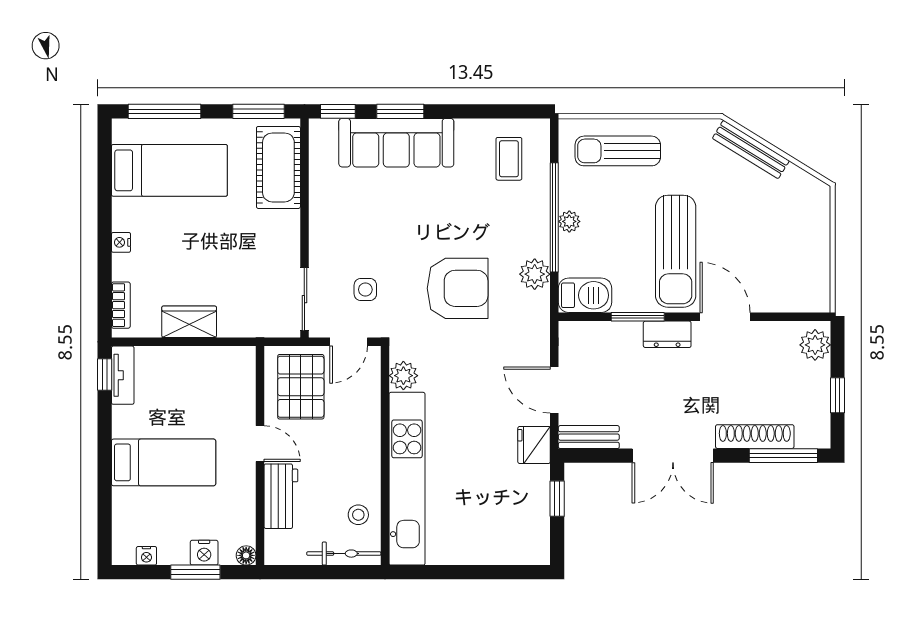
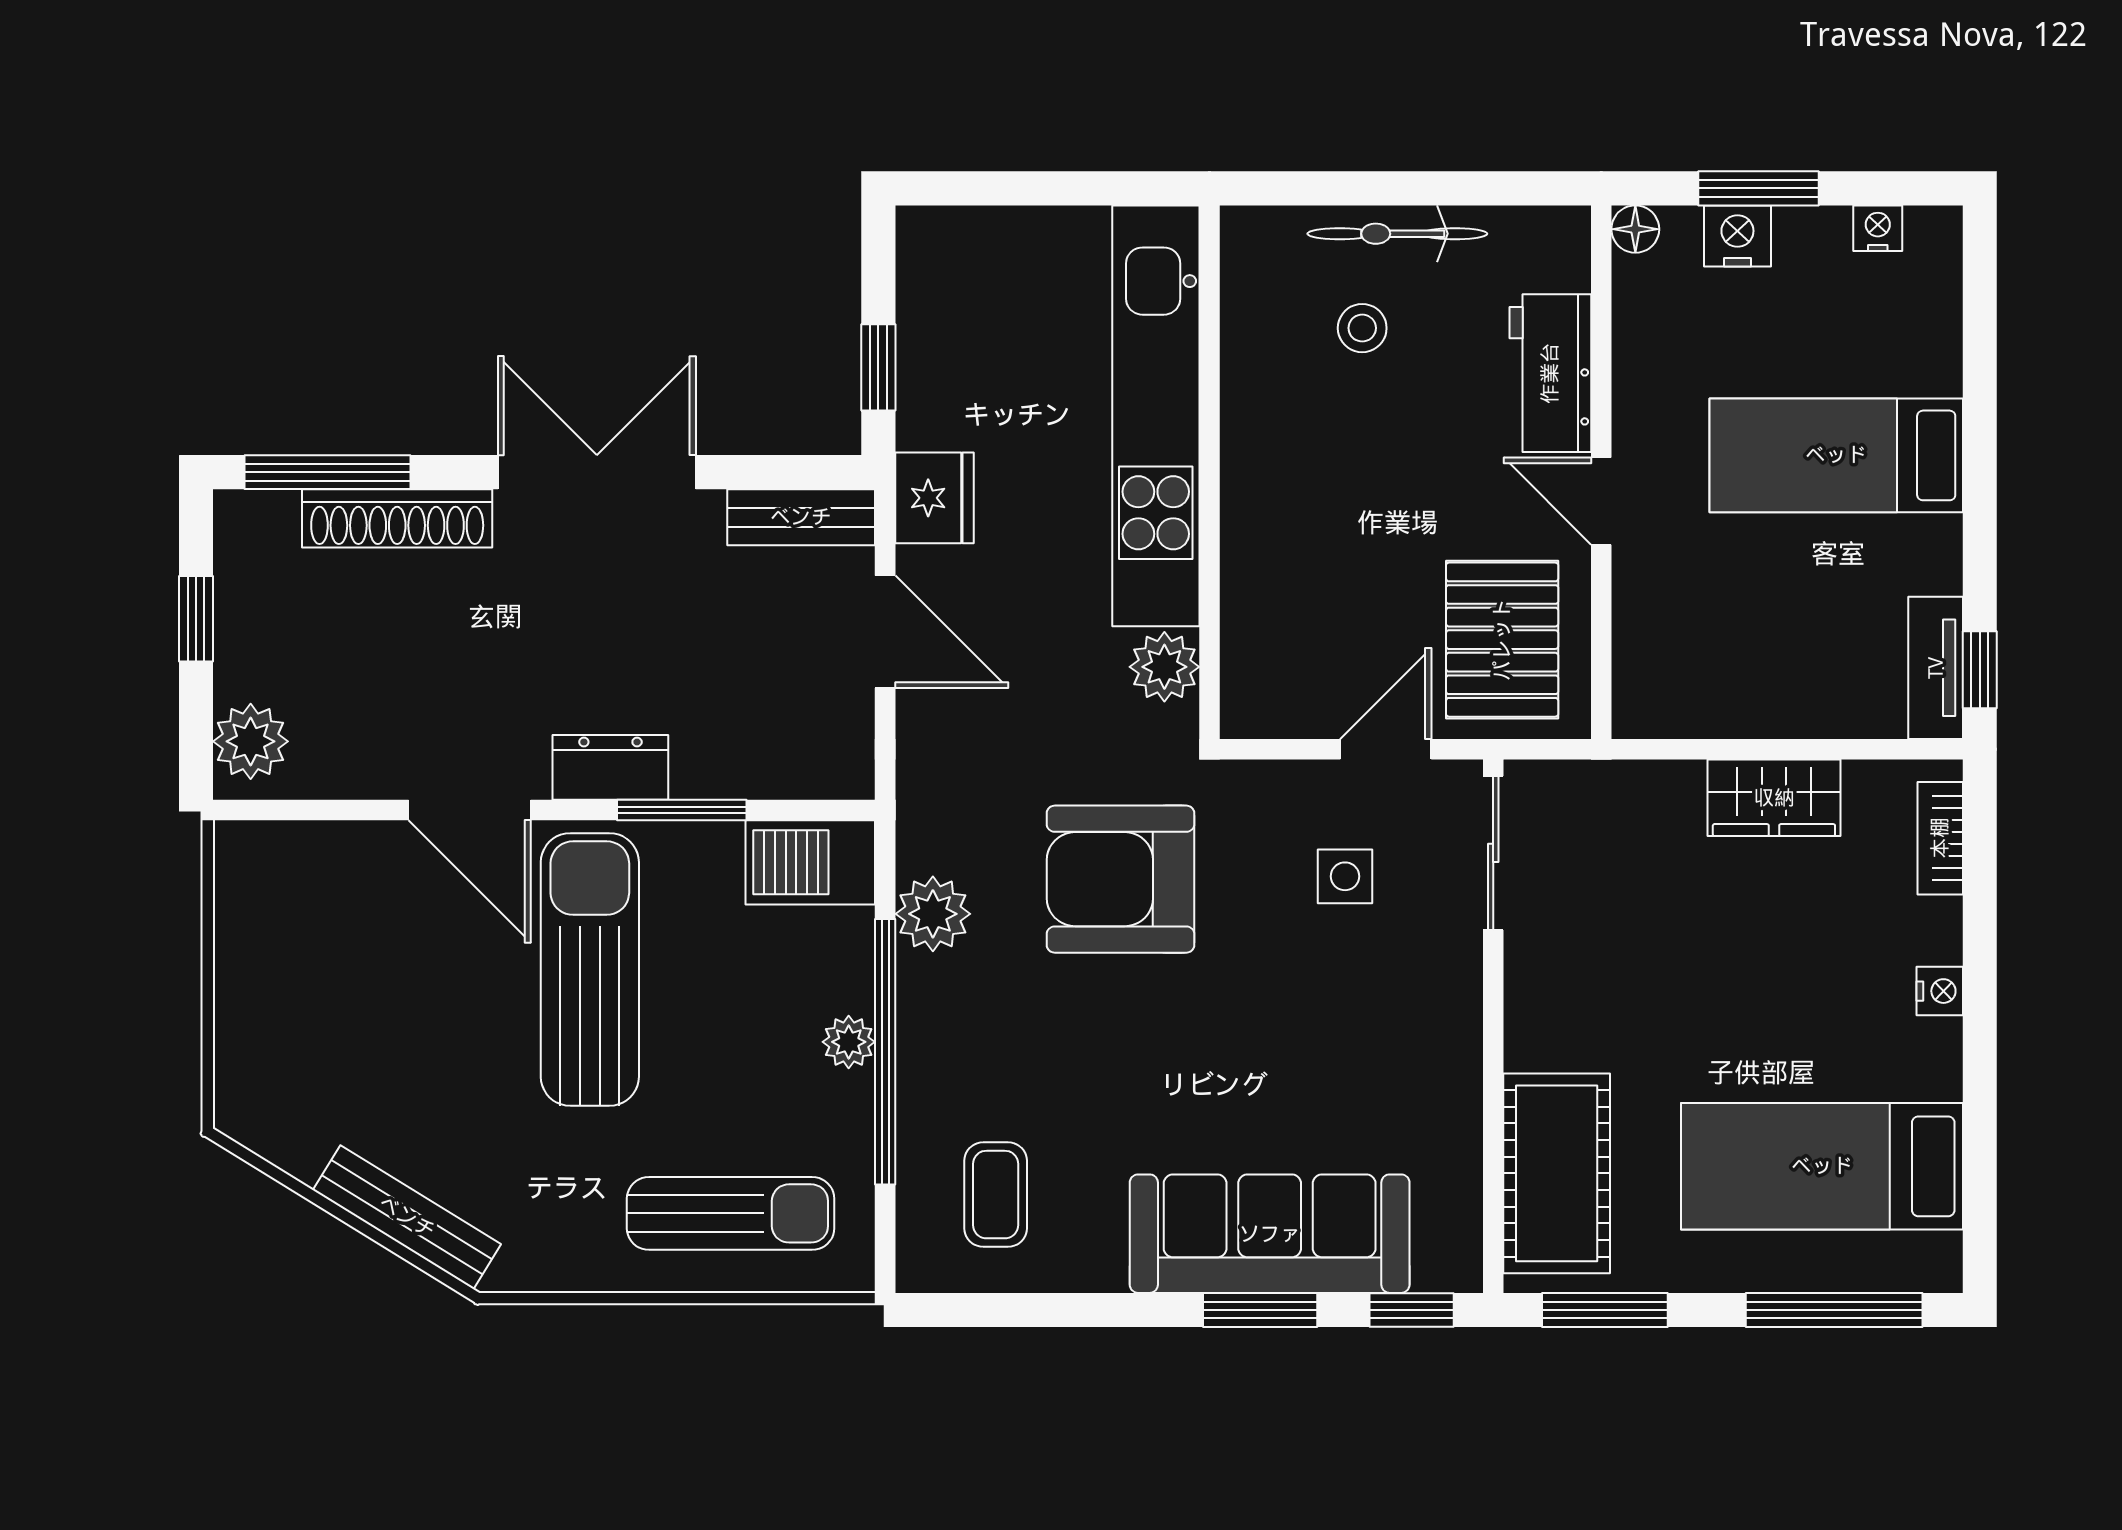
plant: (403, 376) -> (1164, 667), moved
wall: (385, 456) -> (1209, 472), moved
kitchen unit: (407, 479) -> (1156, 416), moved

